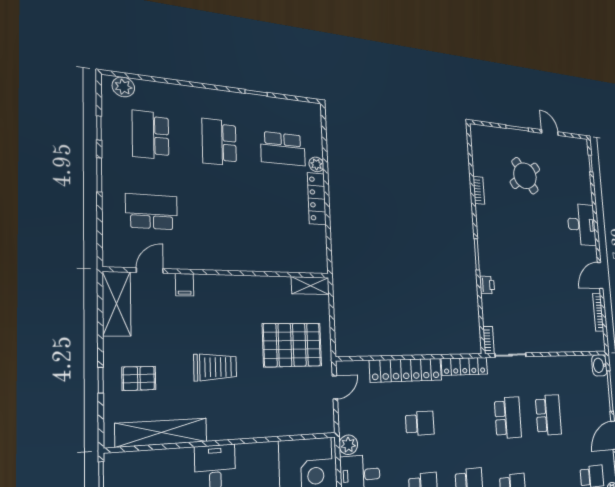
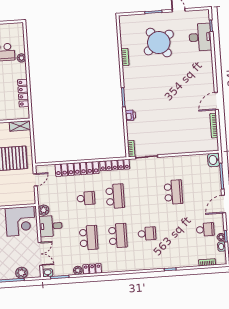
round table: (525, 176) -> (159, 43), width x1.36, depth x1.36
locker: (317, 199) -> (23, 93), moved
desk: (582, 225) -> (200, 37), moved
school desk: (508, 418) -> (115, 196), moved

